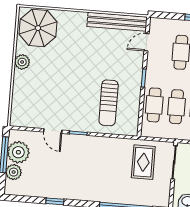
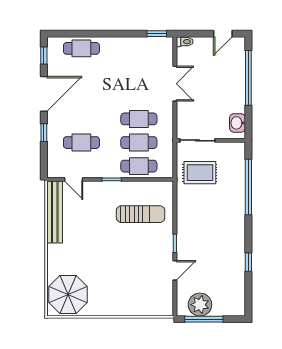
plant: (22, 62) -> (105, 308), removed
plant: (14, 172) -> (221, 308), removed

